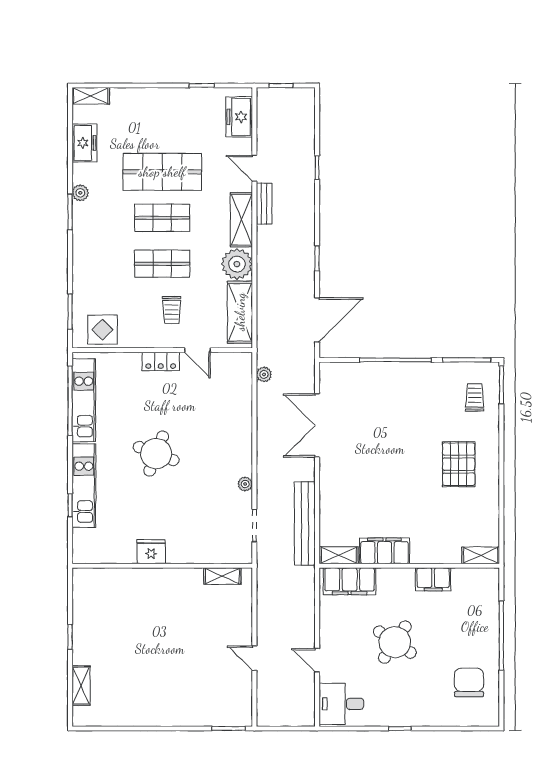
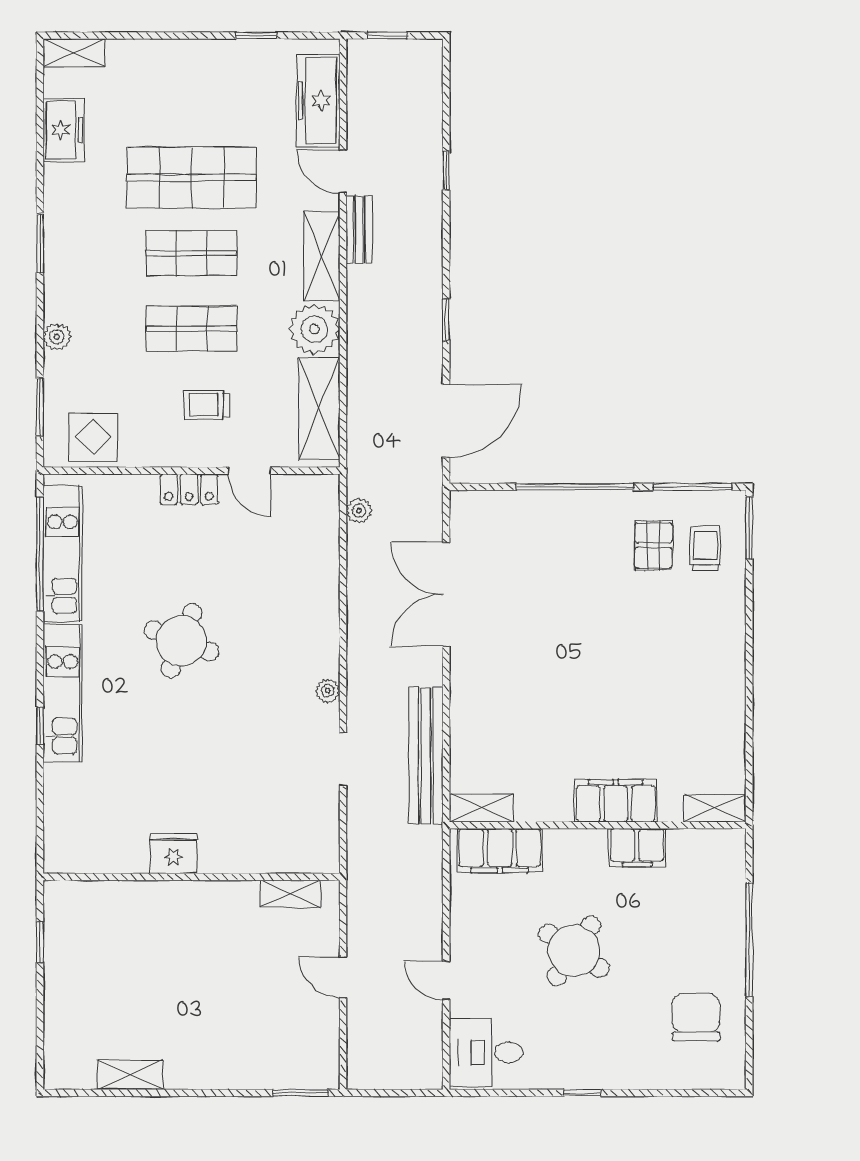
freezer: (239, 117) -> (318, 101), width x1.40
plant: (80, 193) -> (57, 337), moved
trolley: (172, 310) -> (207, 405), turned 90
pallet: (459, 464) -> (653, 545), moved, width x0.67, depth x0.71
filing cabinet: (384, 551) -> (616, 801), moved
fridge: (151, 552) -> (173, 854), moved
wall: (162, 566) -> (191, 877), moved
shelving: (222, 576) -> (290, 894), moved
shelving: (81, 686) -> (130, 1075), moved, turned 90

